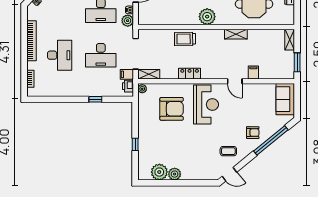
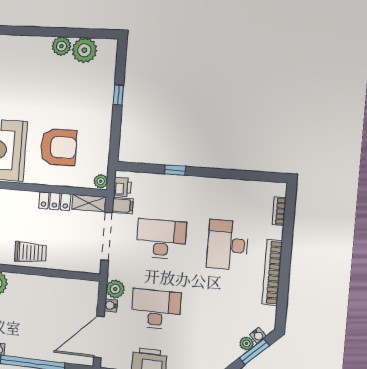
locker: (190, 74) -> (55, 201), moved
armchair: (172, 109) -> (58, 147), turned 180

